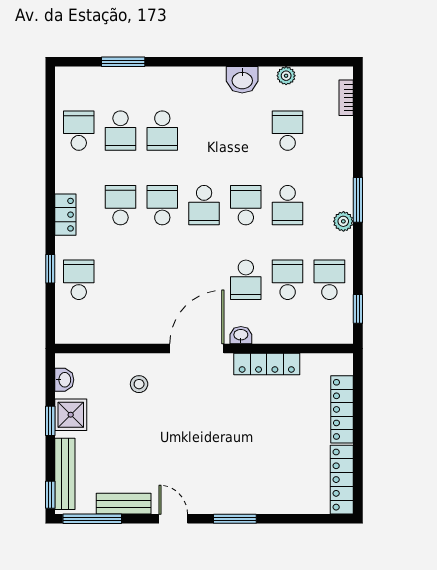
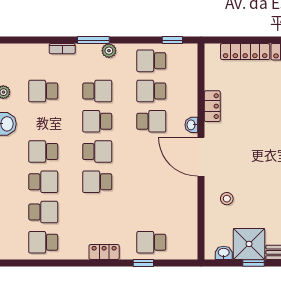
bookcase: (346, 98) -> (62, 49), moved
school desk: (121, 205) -> (43, 152), moved
locker: (267, 364) -> (212, 106), width x0.66
shower: (71, 415) -> (249, 244), width x1.36, depth x1.36

